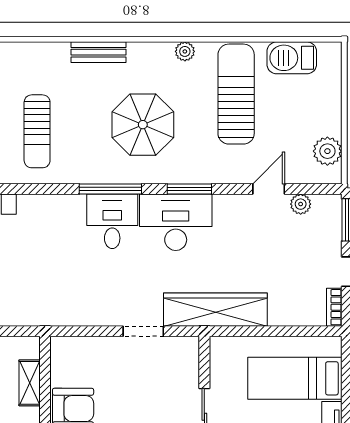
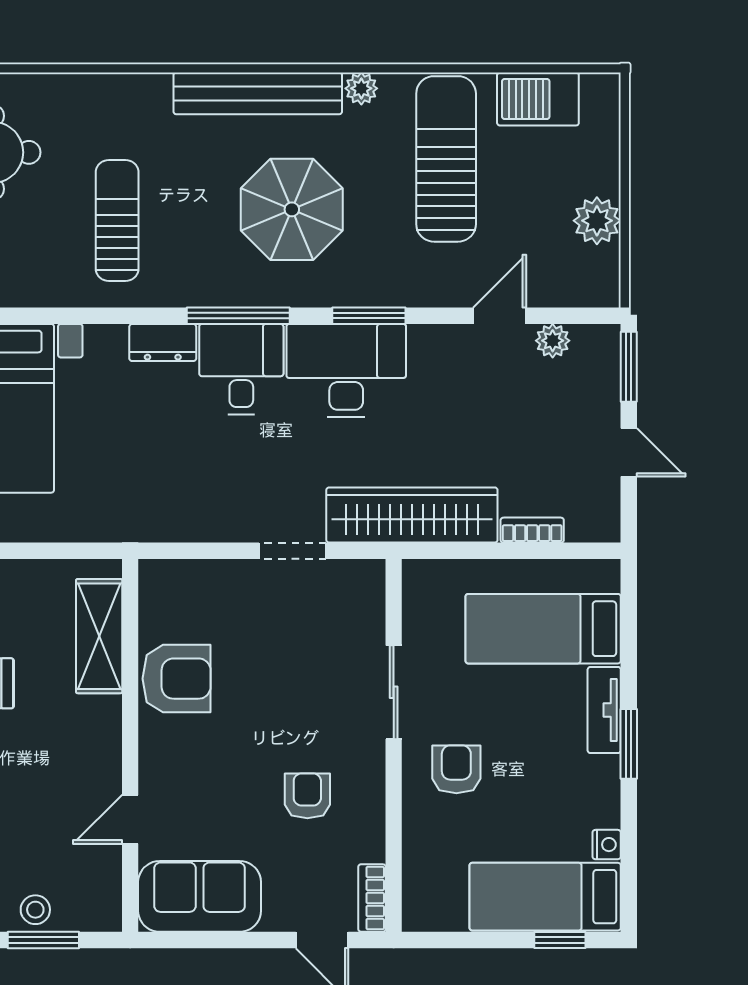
bench: (99, 52) -> (258, 93), width x1.86, depth x1.21
sun lounger: (37, 131) -> (117, 221), turned 180
plant: (327, 151) -> (597, 221), moved
dresser: (65, 205) -> (163, 343), added
bookcase: (334, 307) -> (532, 530), moved, turned 90
shelving: (30, 383) -> (99, 636), width x1.50, depth x1.33

